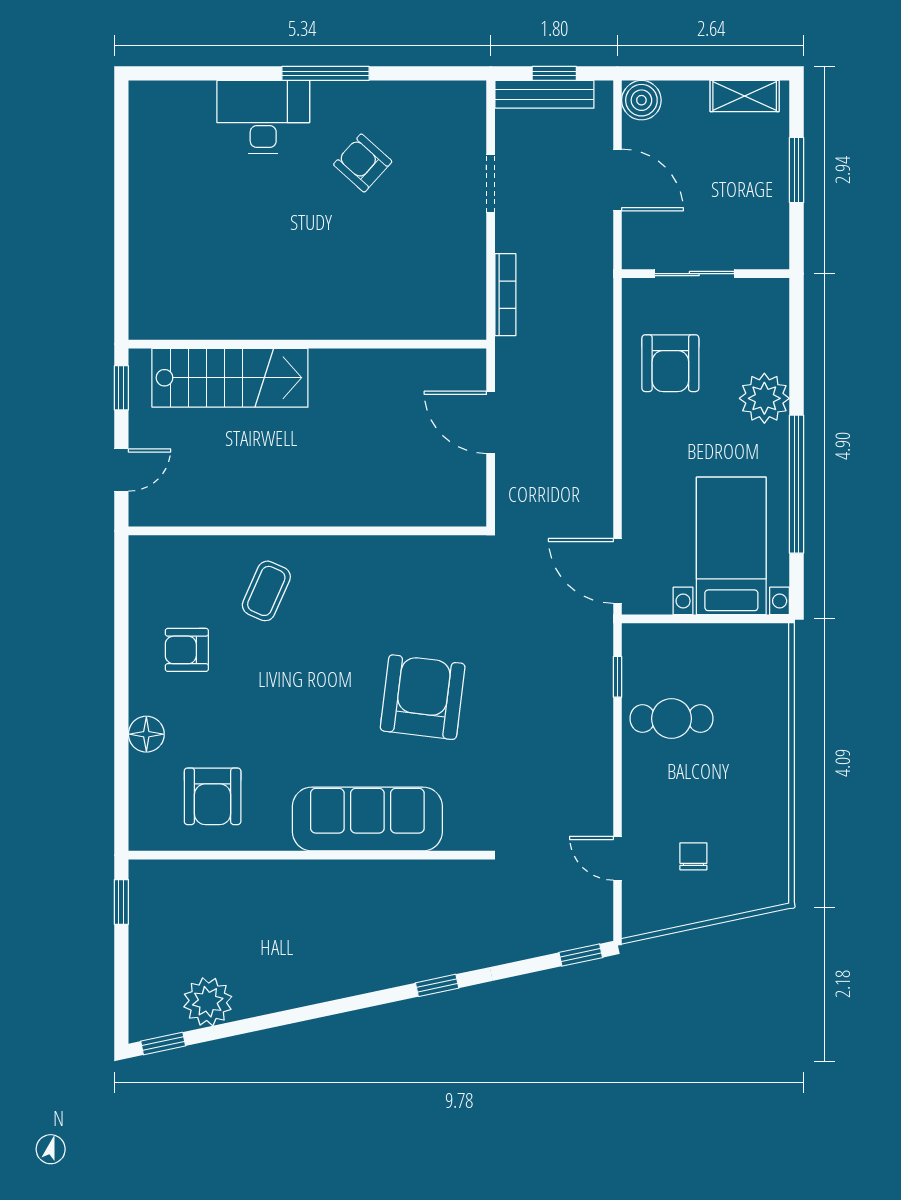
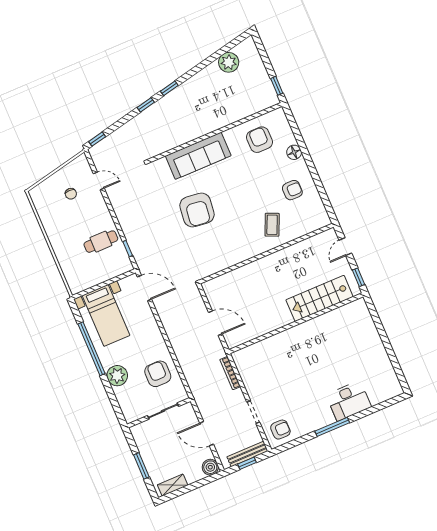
armchair: (363, 163) -> (280, 430), moved, turned -42
window: (163, 1044) -> (169, 88), moved

